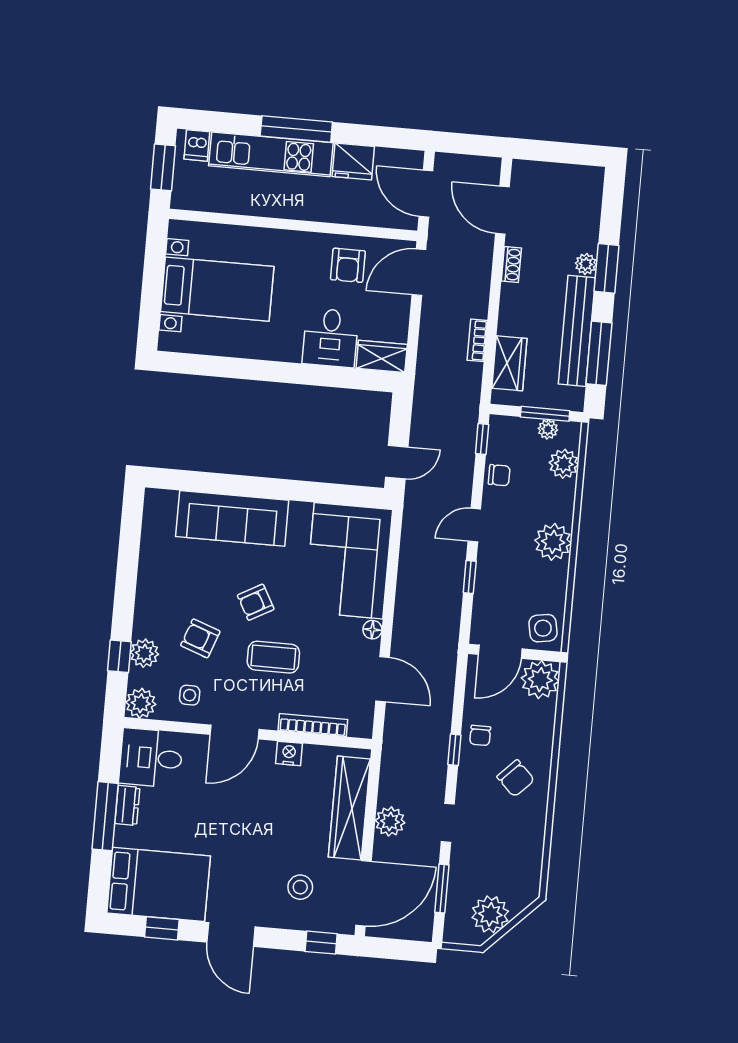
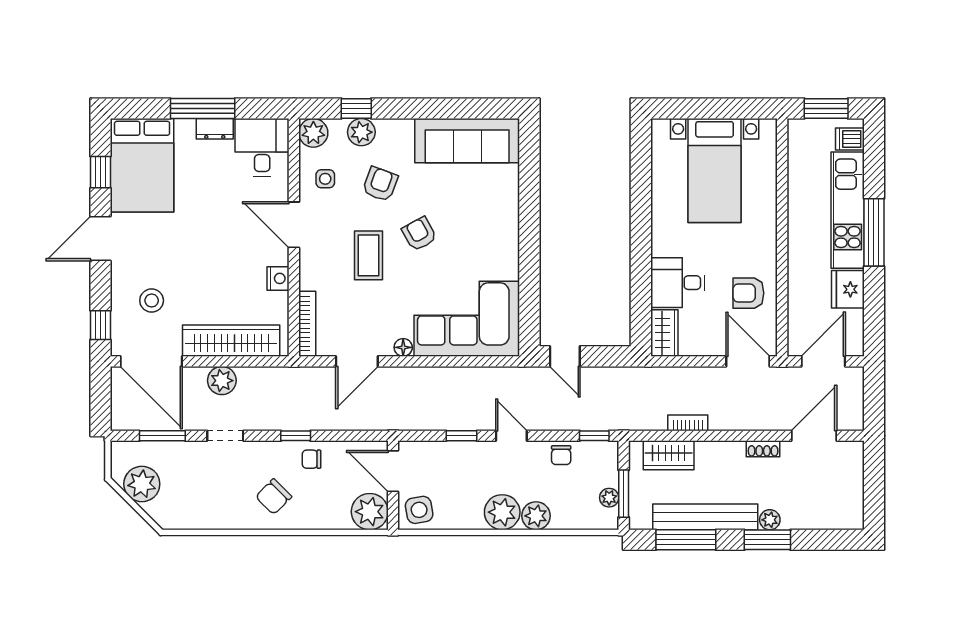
plant: (564, 464) -> (536, 516), moved
sofa: (232, 518) -> (467, 141), moved, turned -90
bookcase: (313, 725) -> (307, 324), moved

